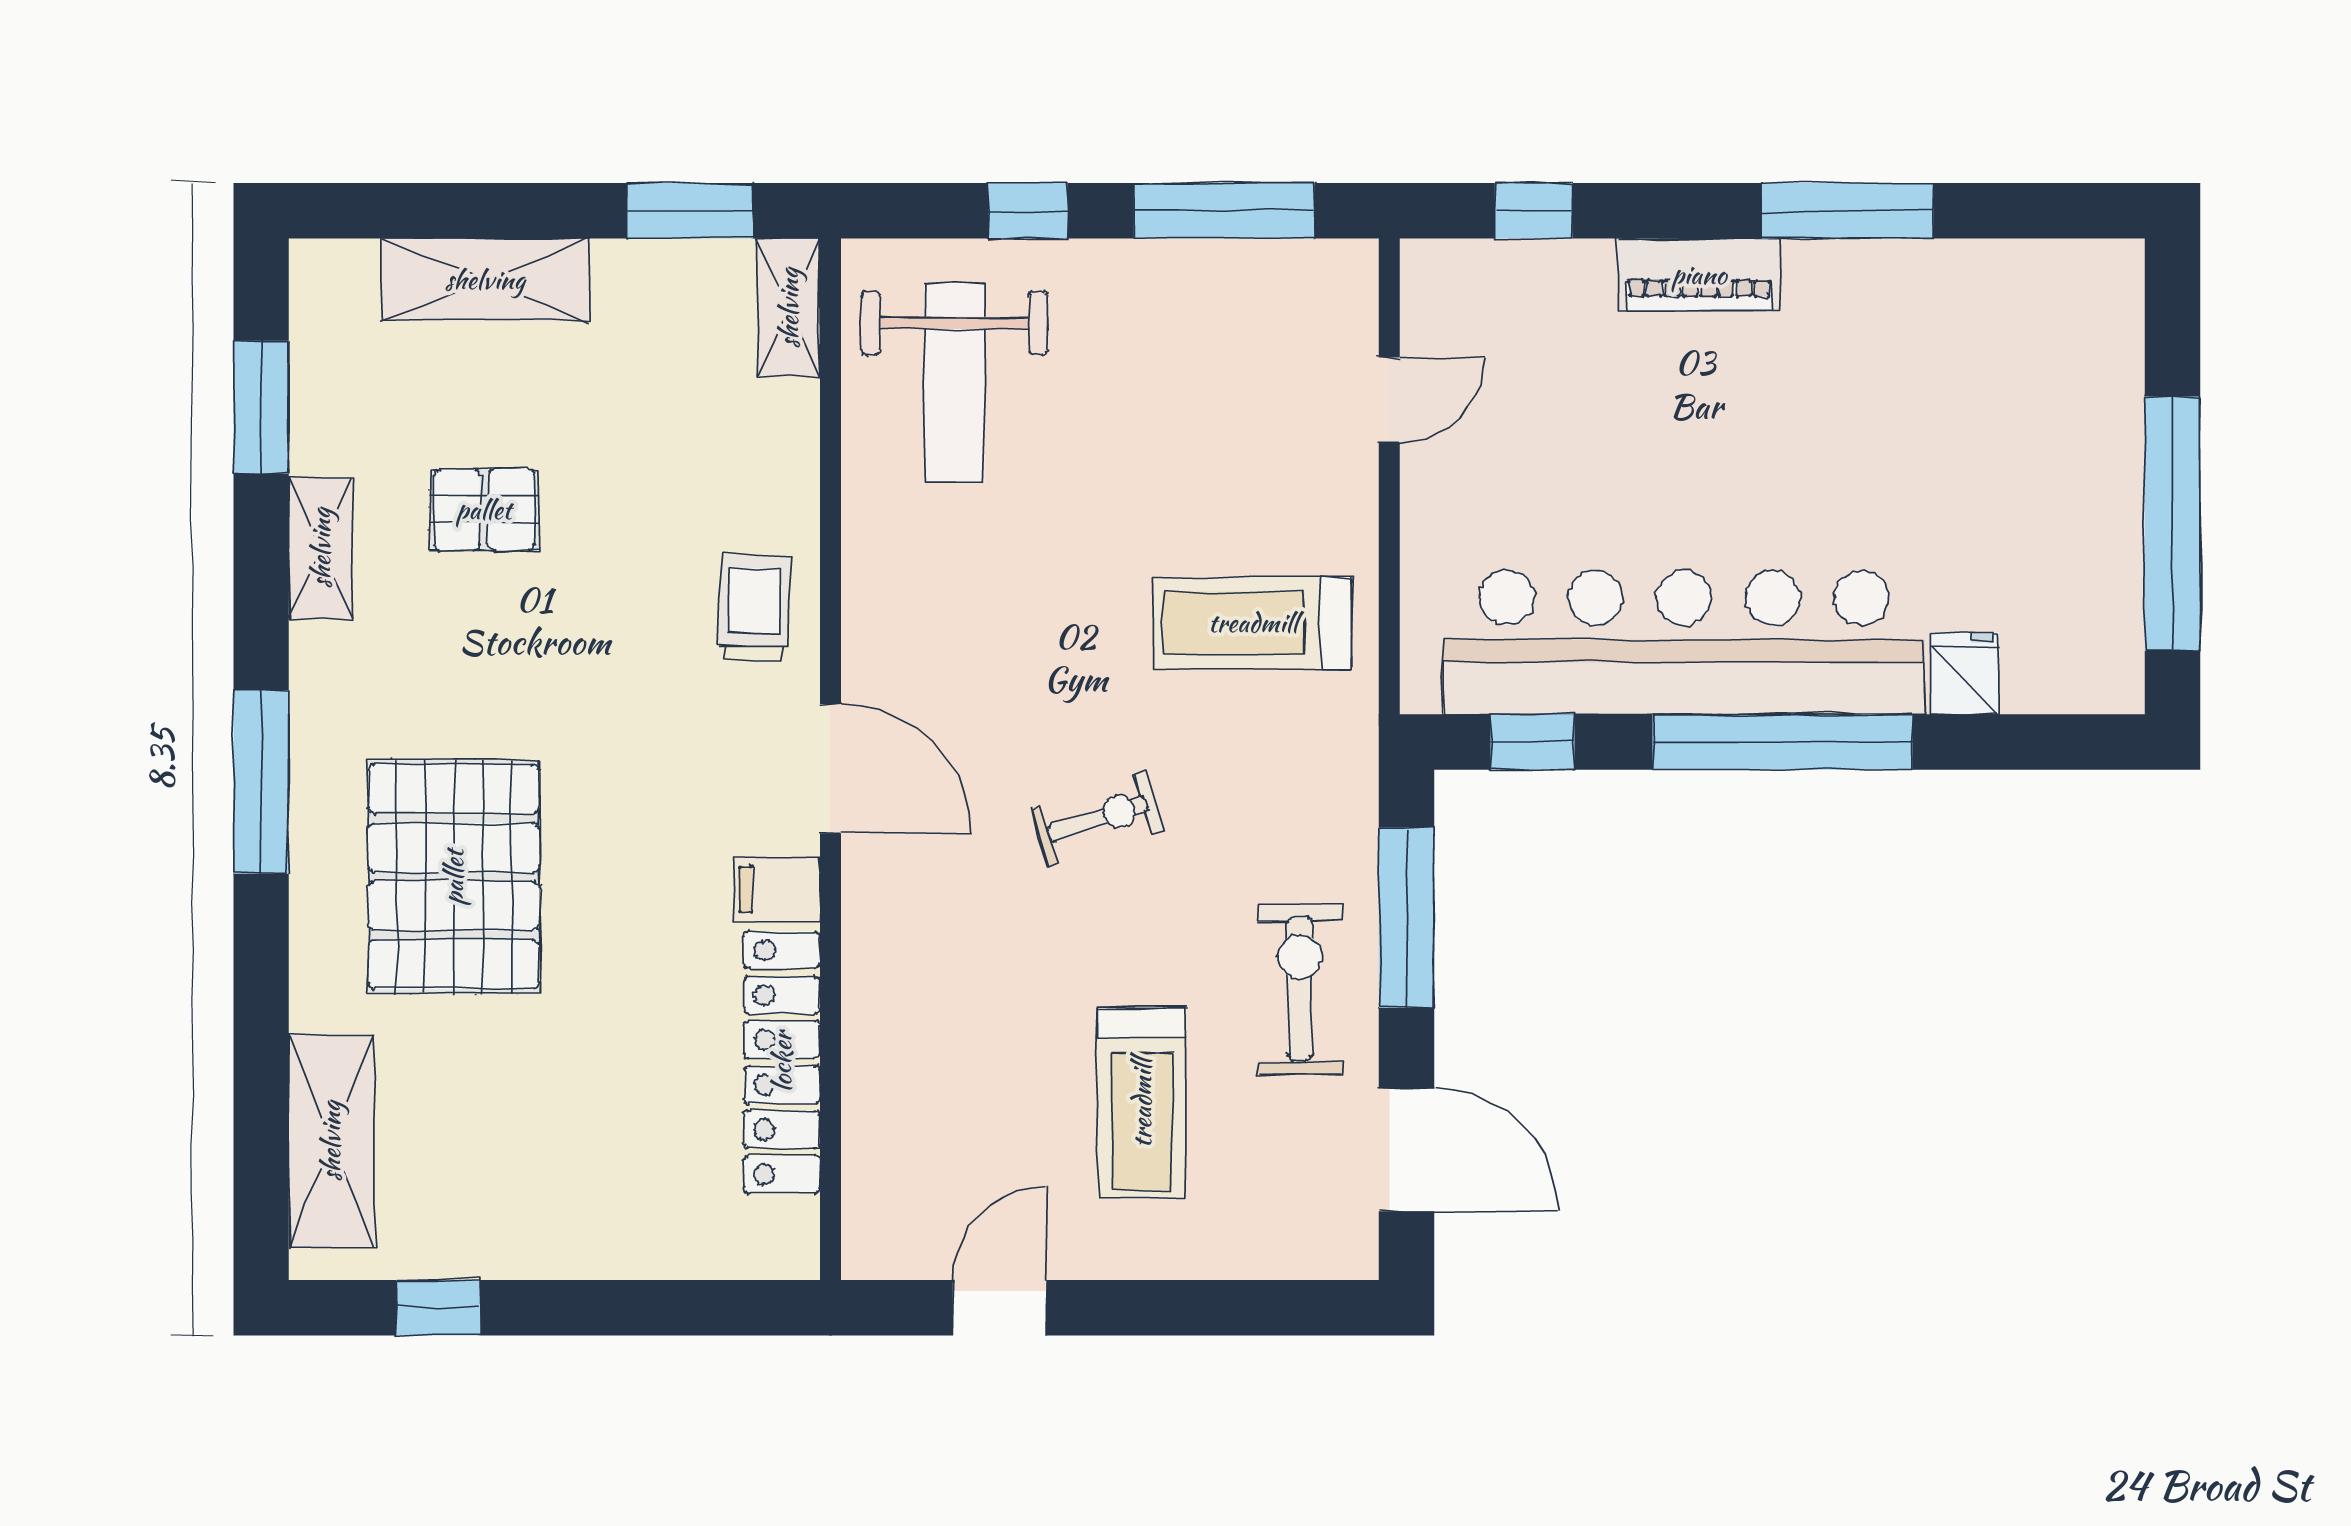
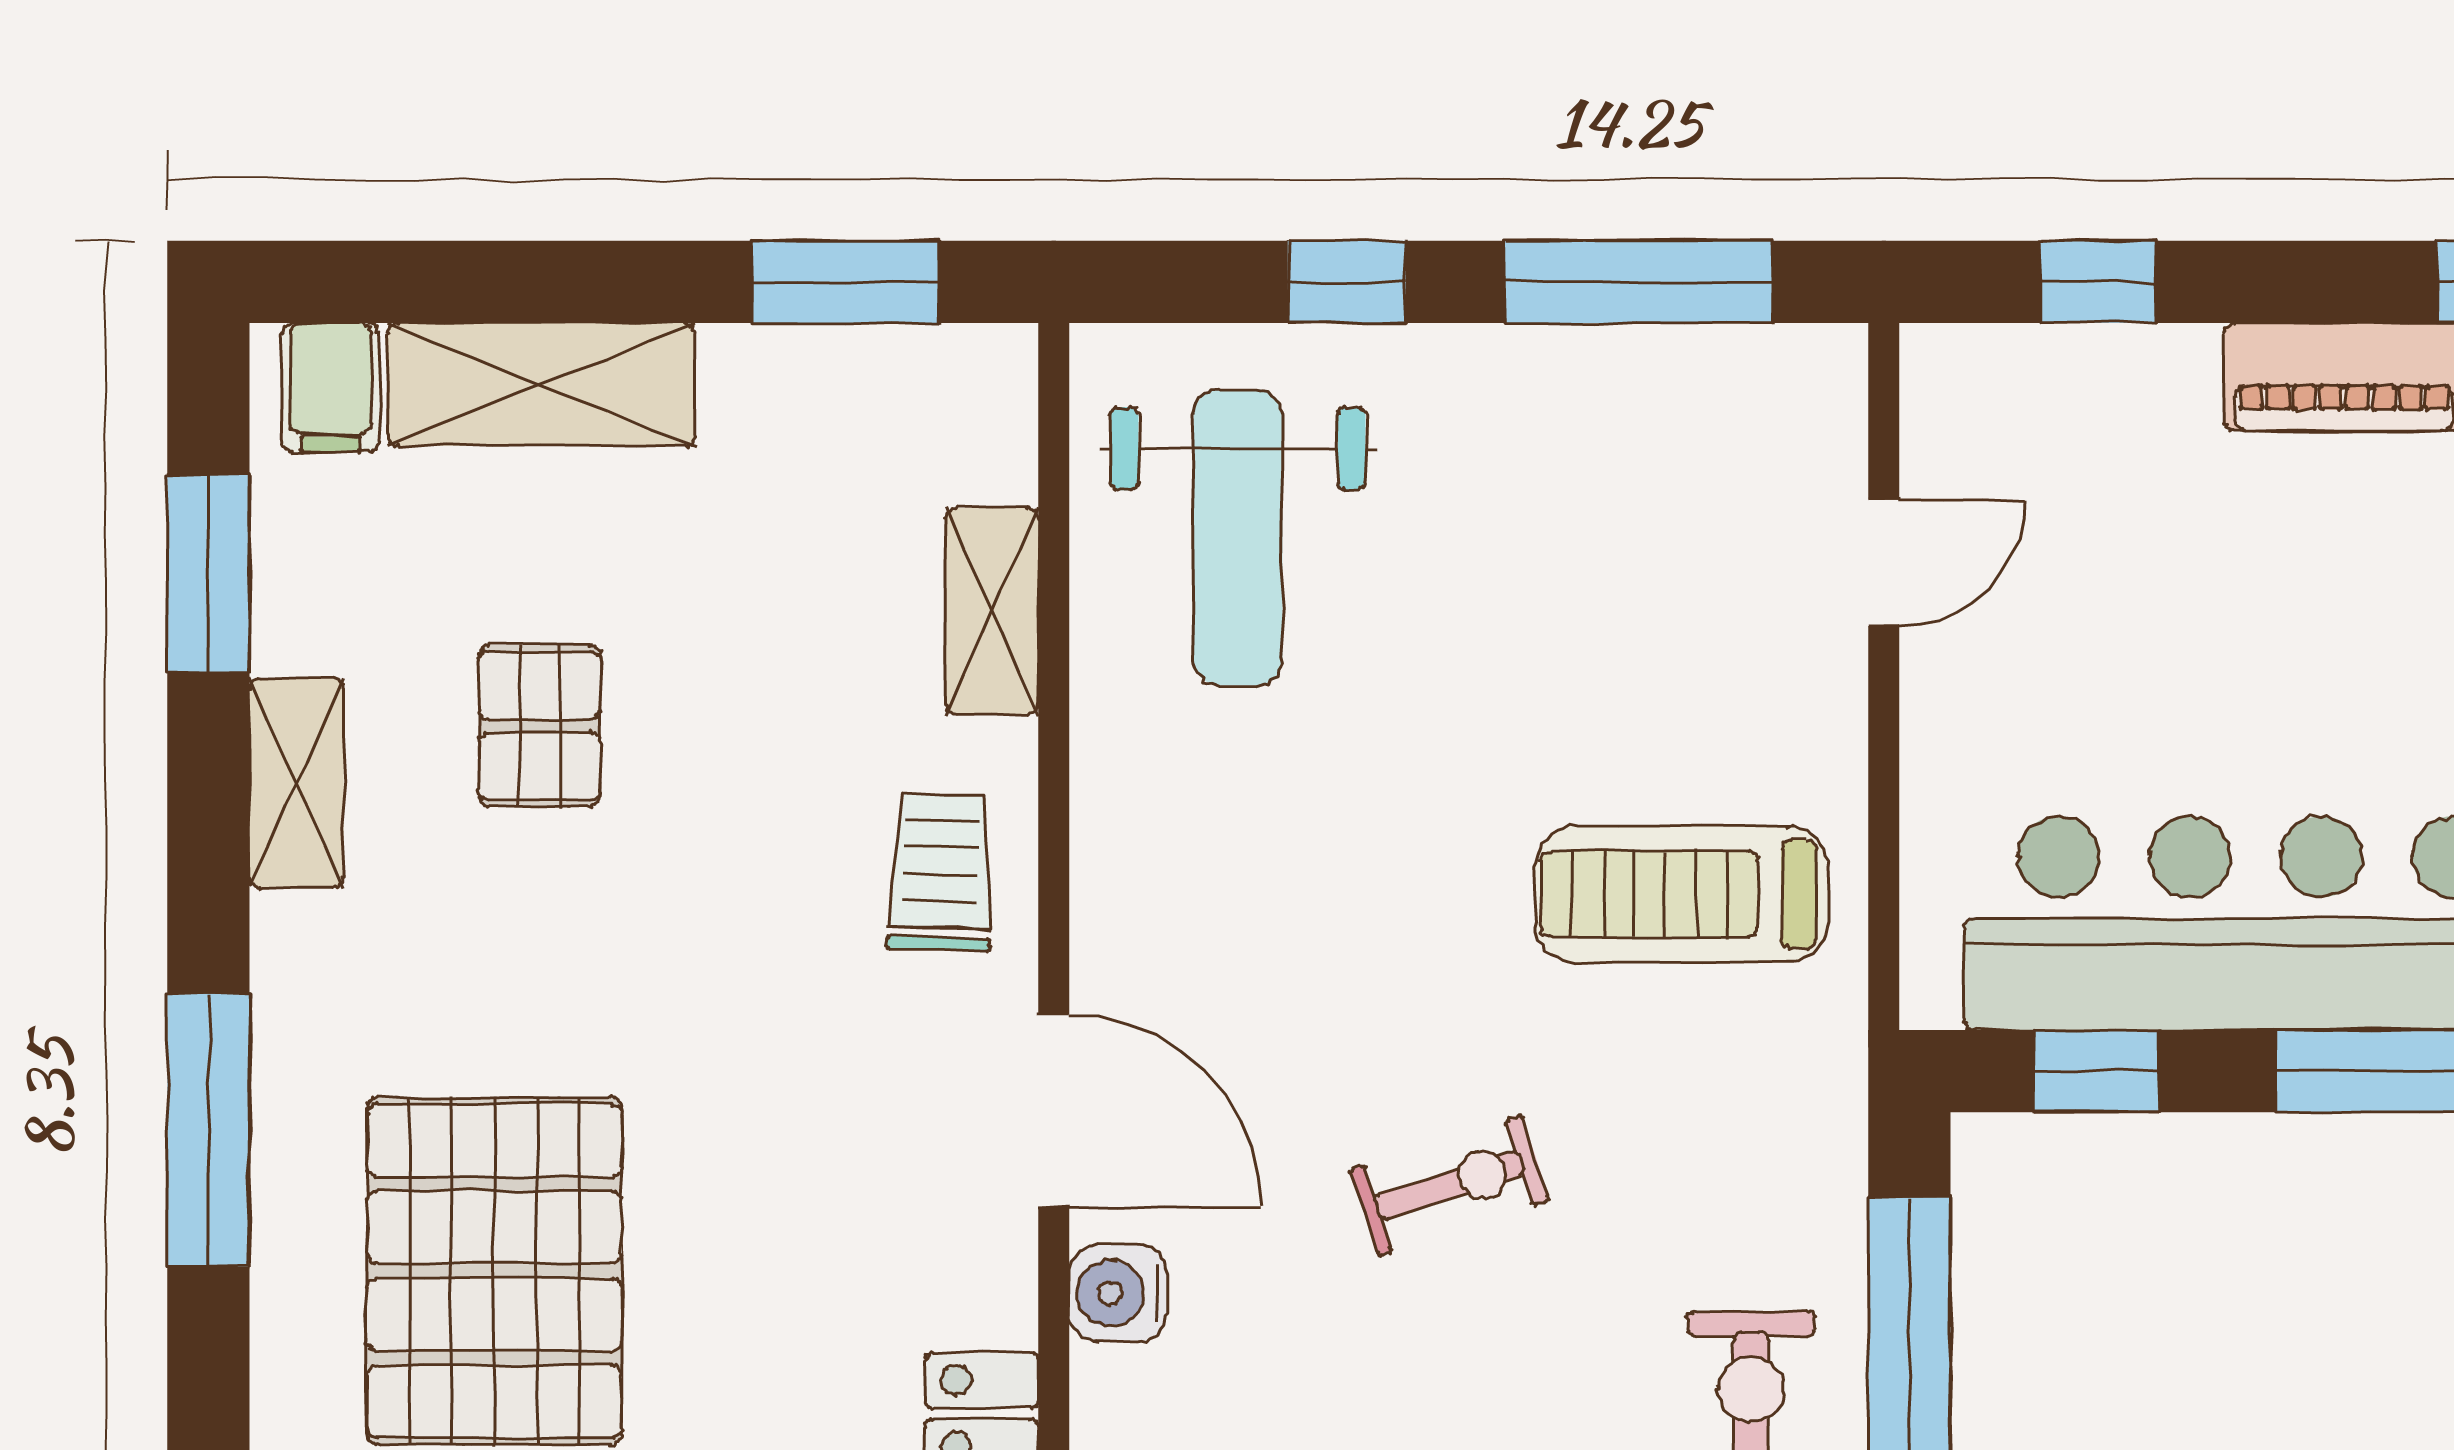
shelving: (789, 308) -> (992, 611), moved
pallet: (484, 510) -> (539, 726), turned 90
filing cabinet: (777, 890) -> (331, 387), moved, turned -90
water cooler: (874, 892) -> (1118, 1293), added

